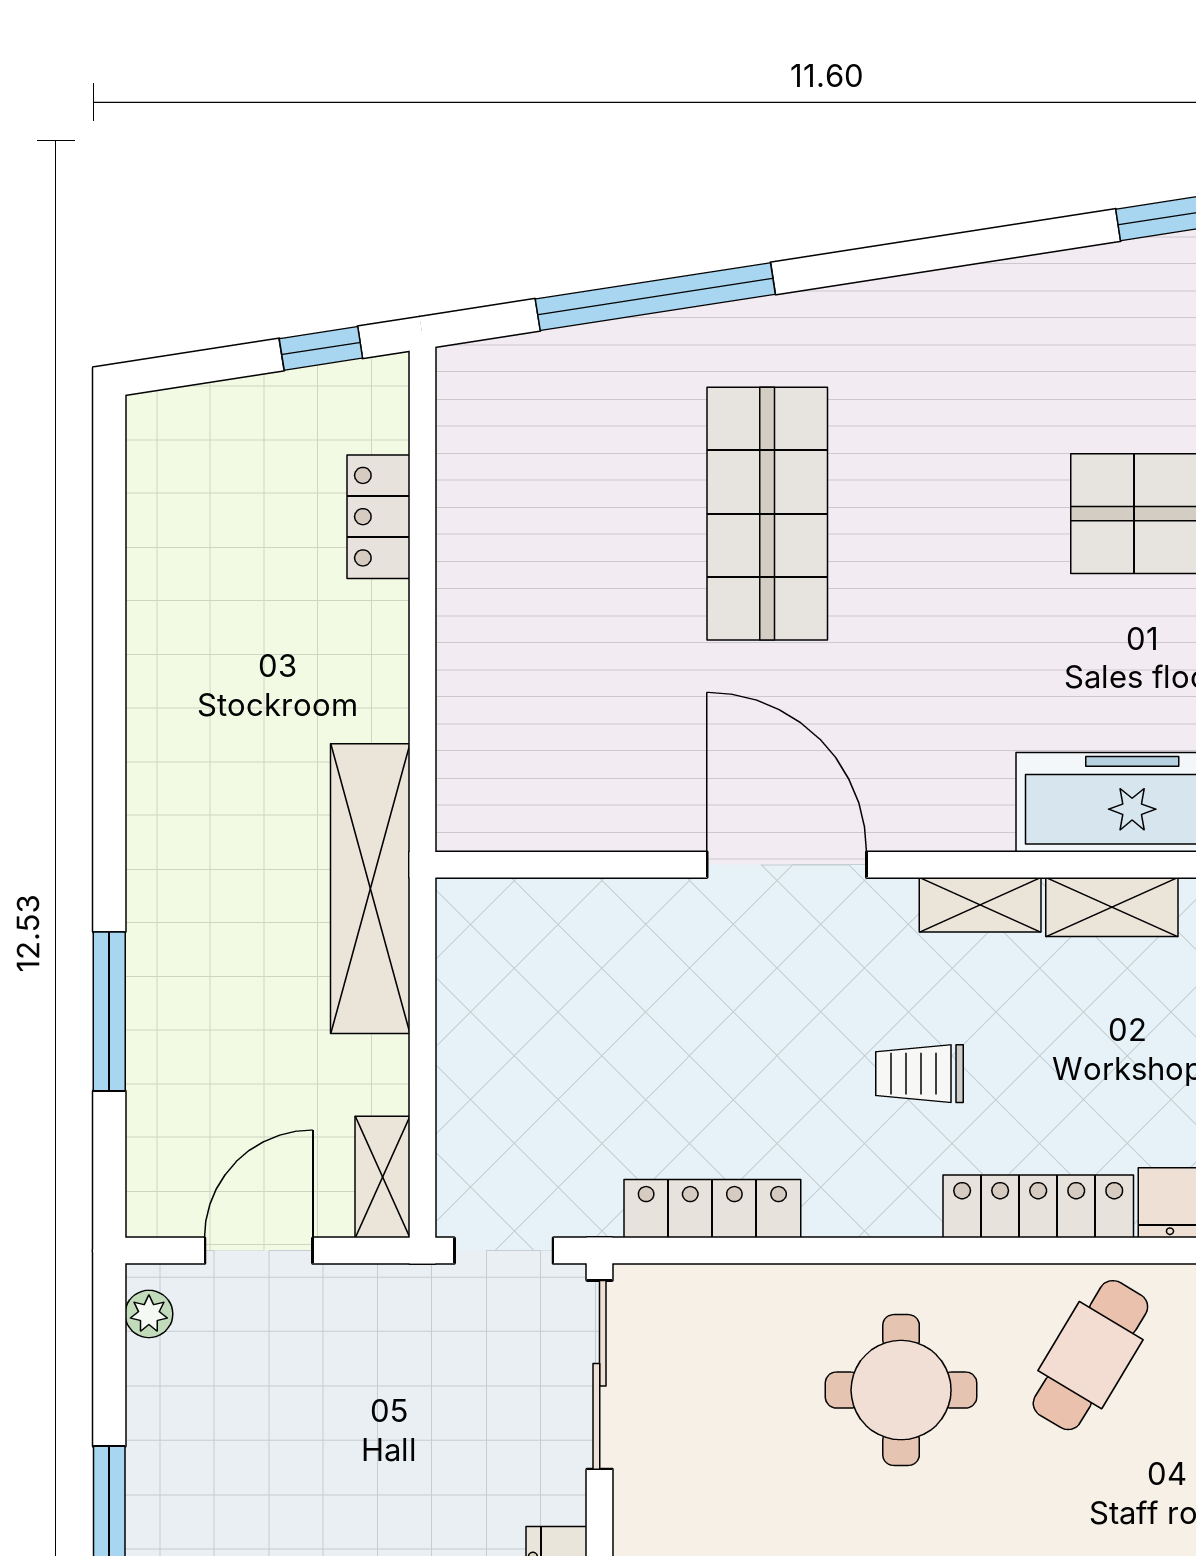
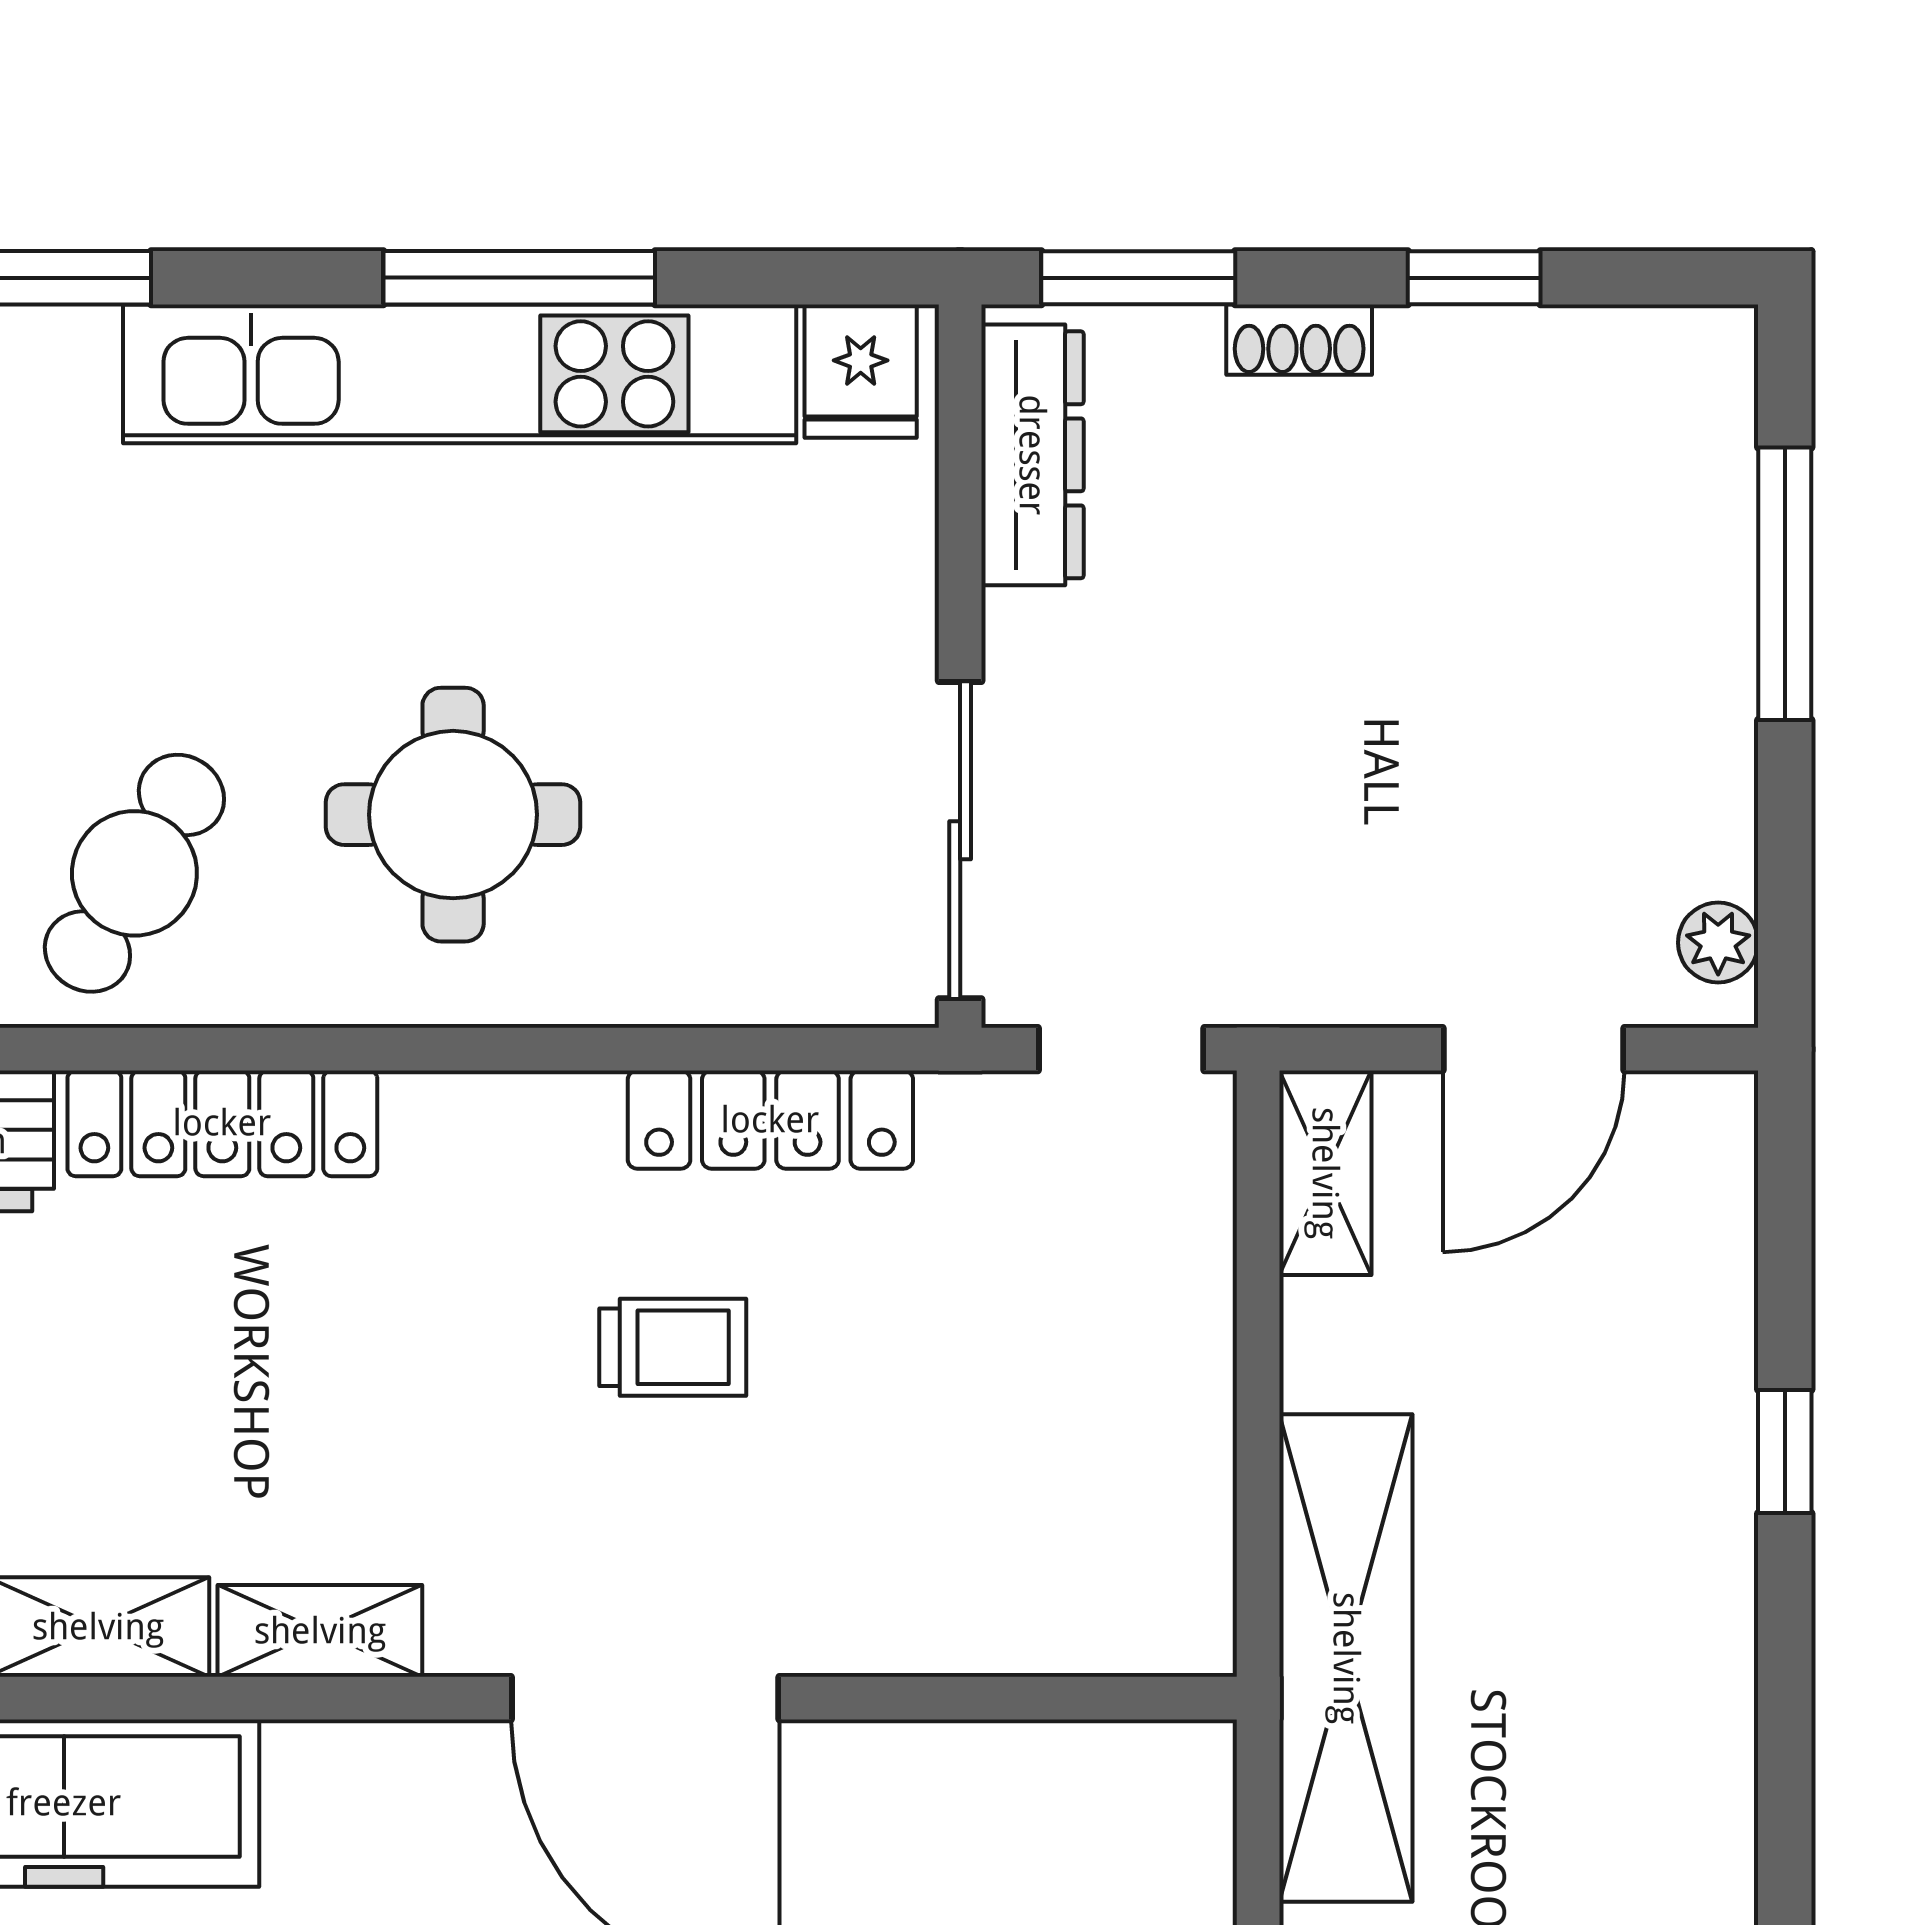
window: (109, 1011) -> (1785, 1452), width x0.46
trolley: (920, 1074) -> (673, 1347), moved

